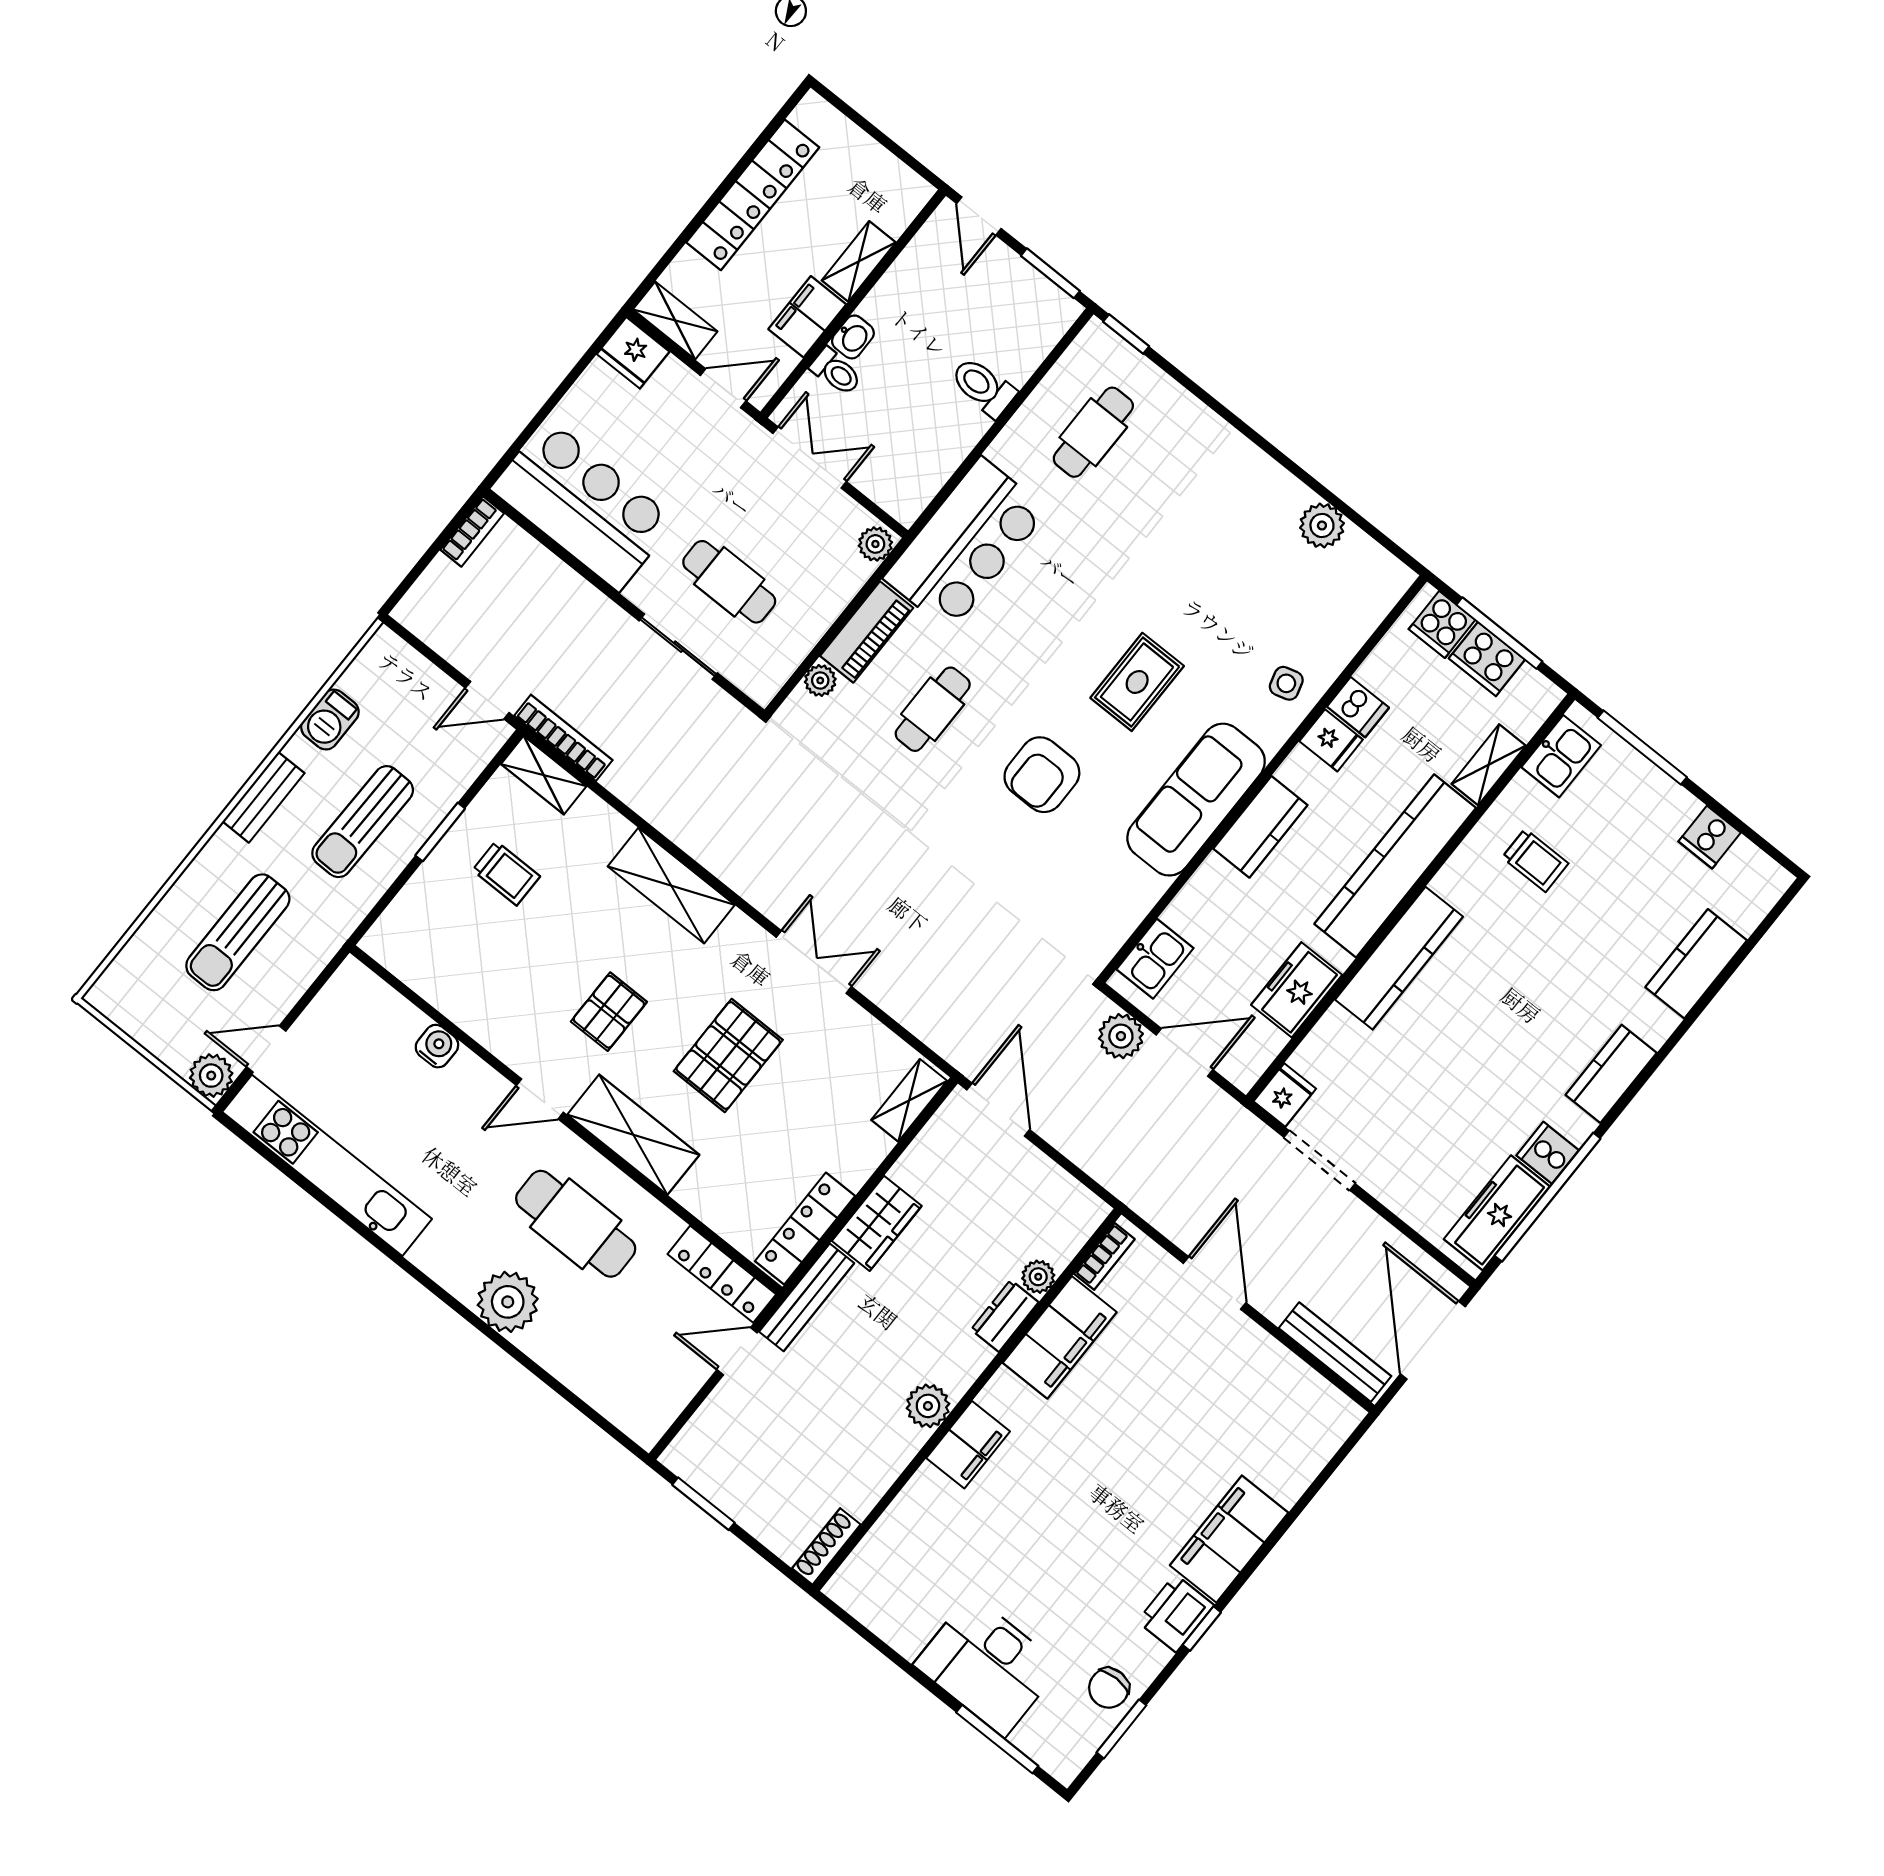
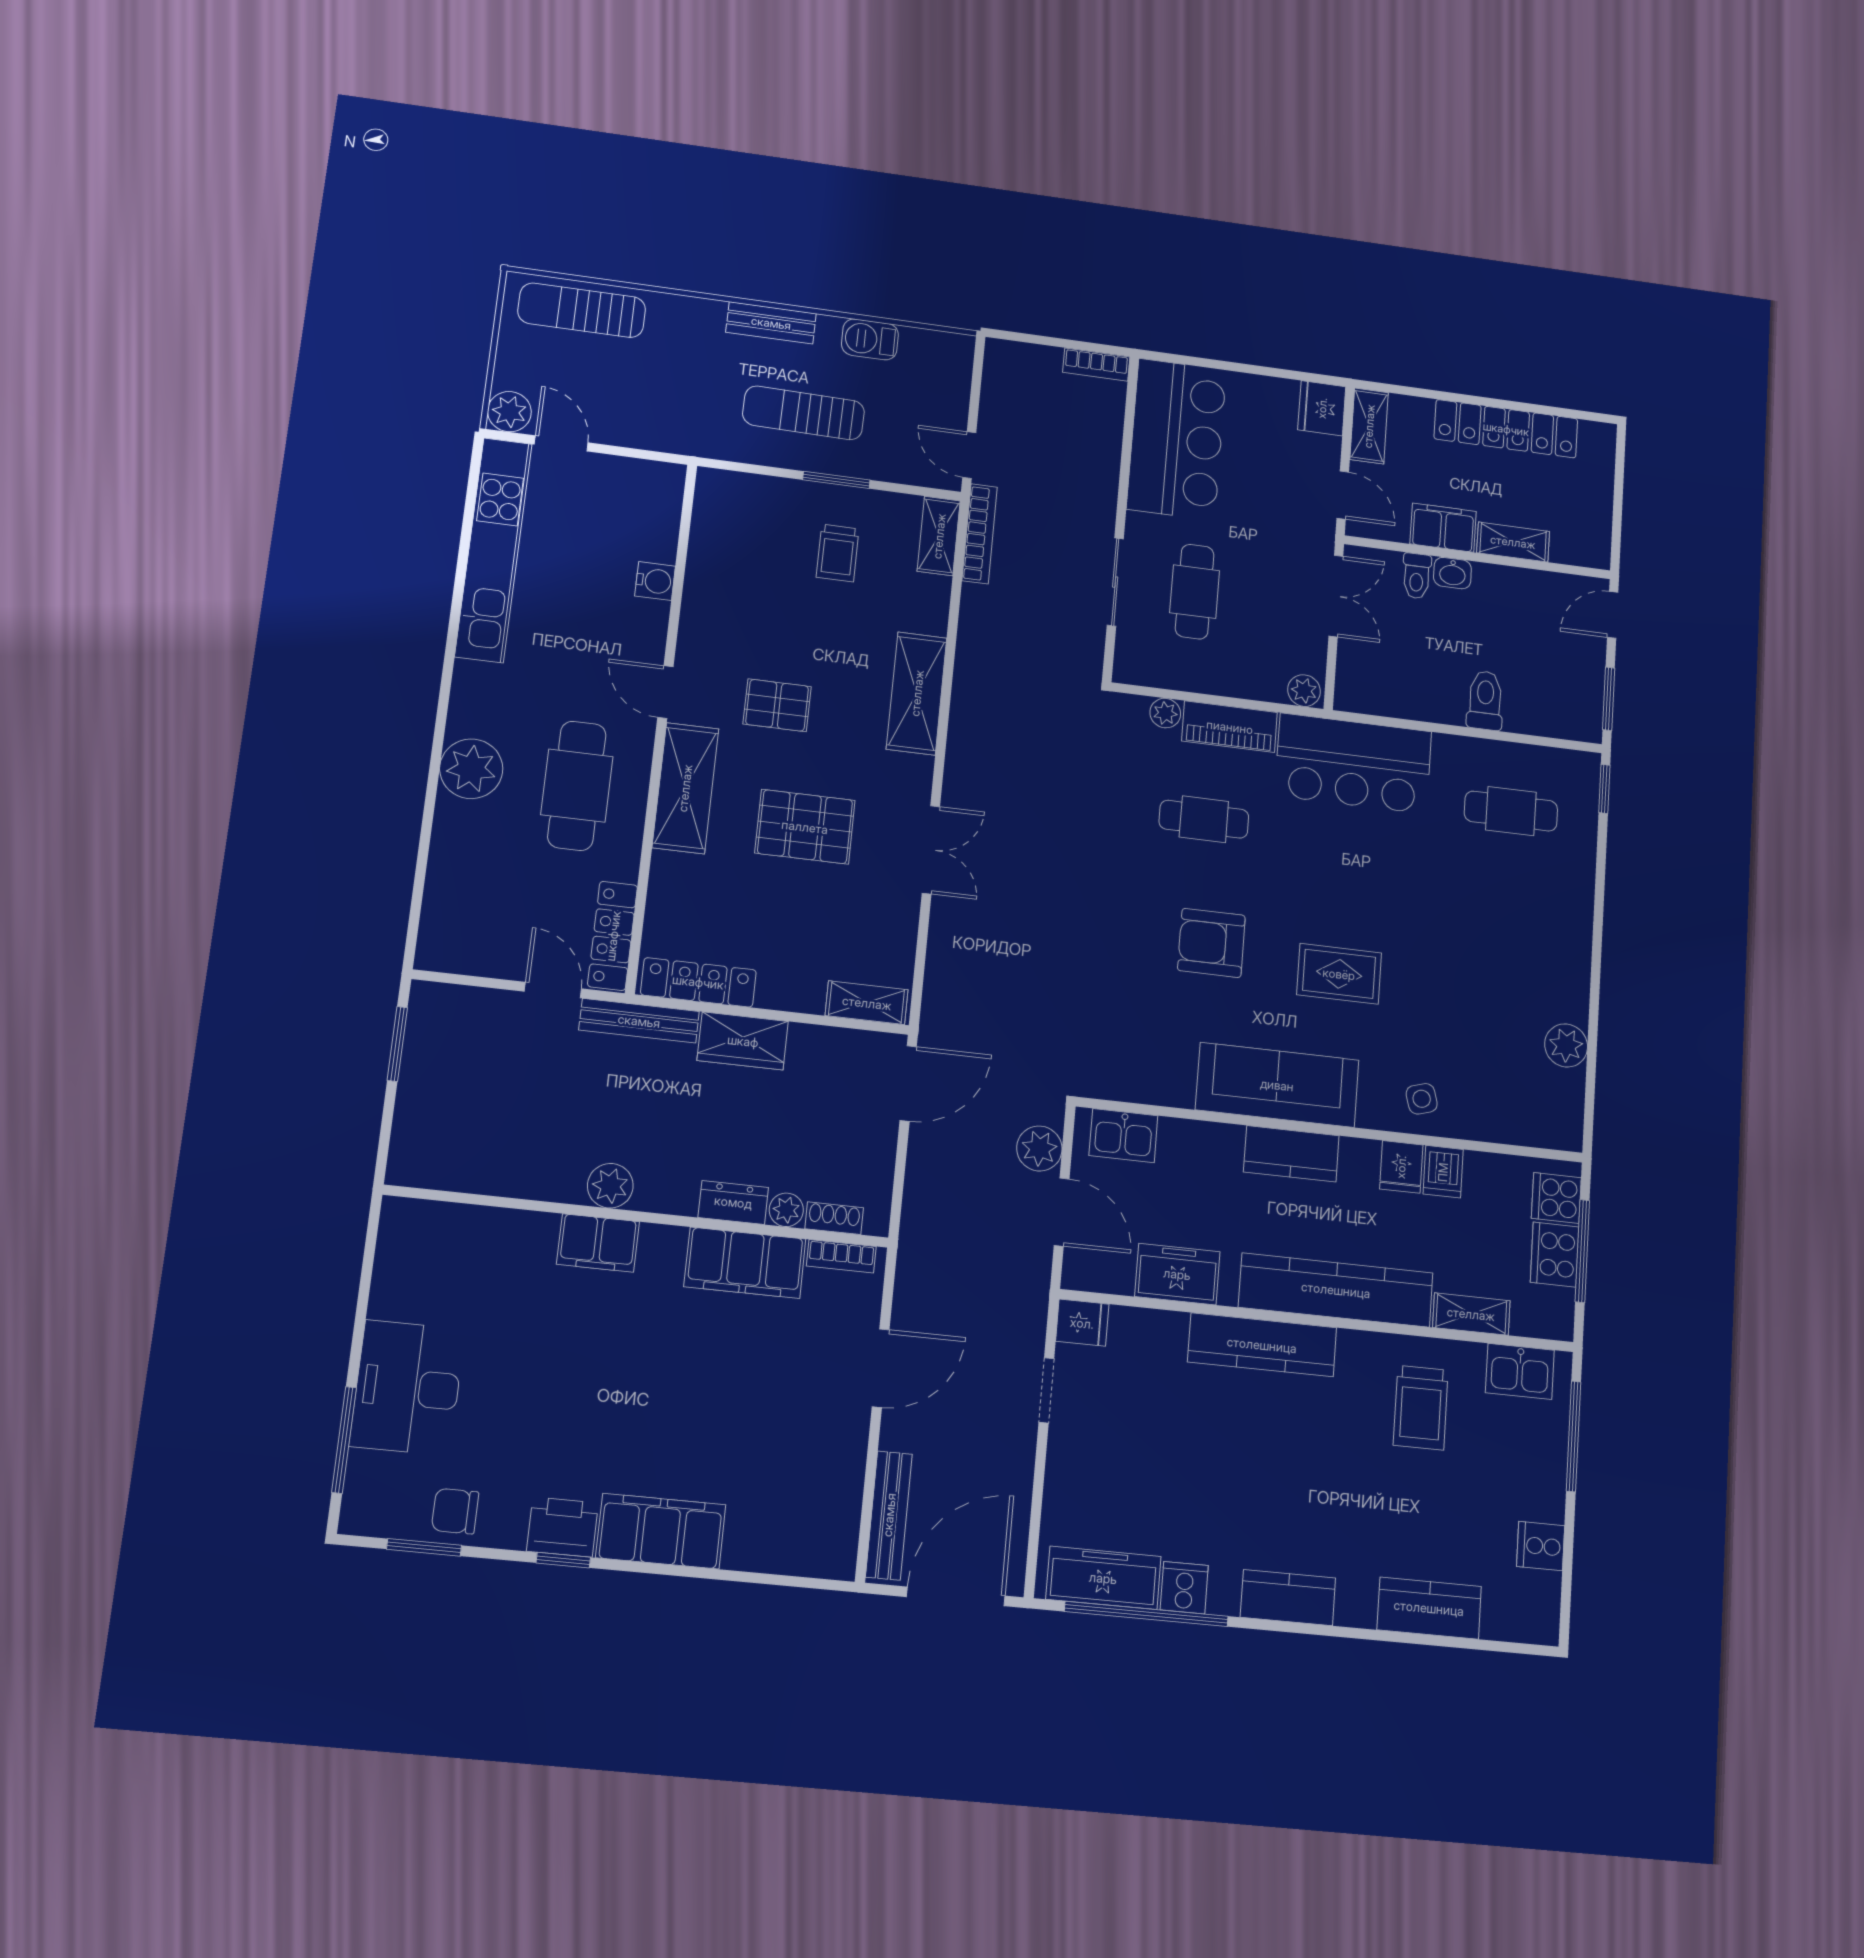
trolley: (1535, 860) -> (1421, 1408), width x1.36, depth x1.39
sun lounger: (238, 932) -> (582, 310), moved
doorway: (1320, 1160) -> (1046, 1390), width x0.73
shoe rack: (826, 1546) -> (834, 1218), moved, width x0.70

